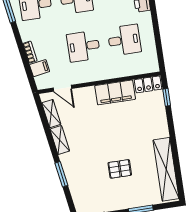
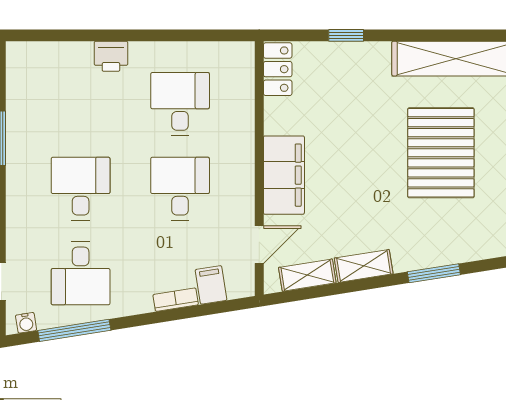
desk: (84, 46) -> (180, 189), turned 180
filing cabinet: (115, 92) -> (284, 175), moved
window: (167, 97) -> (346, 35), moved
pallet: (120, 169) -> (441, 153), width x2.05, depth x2.00

